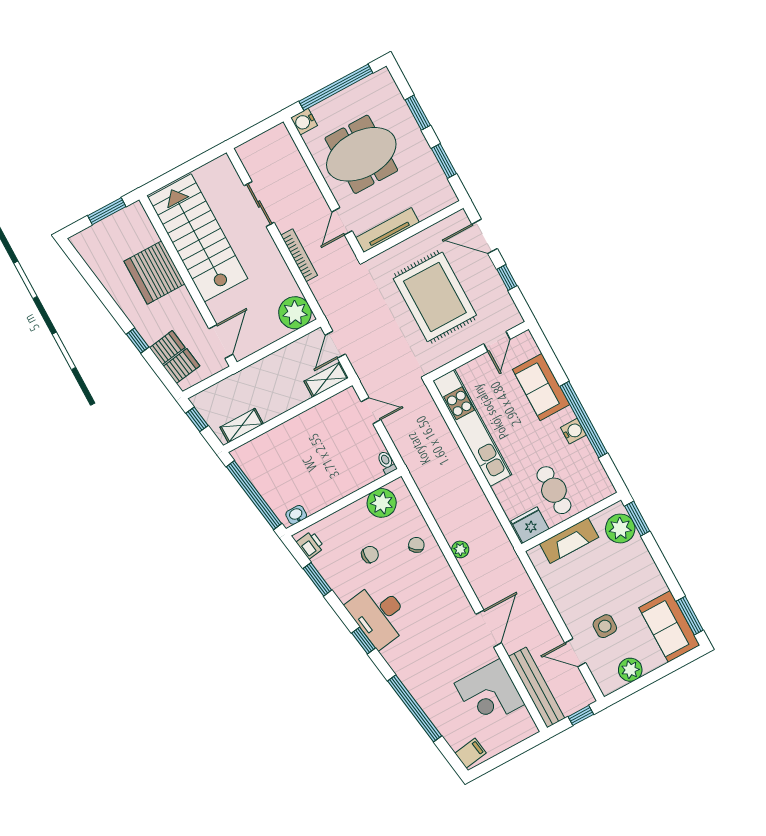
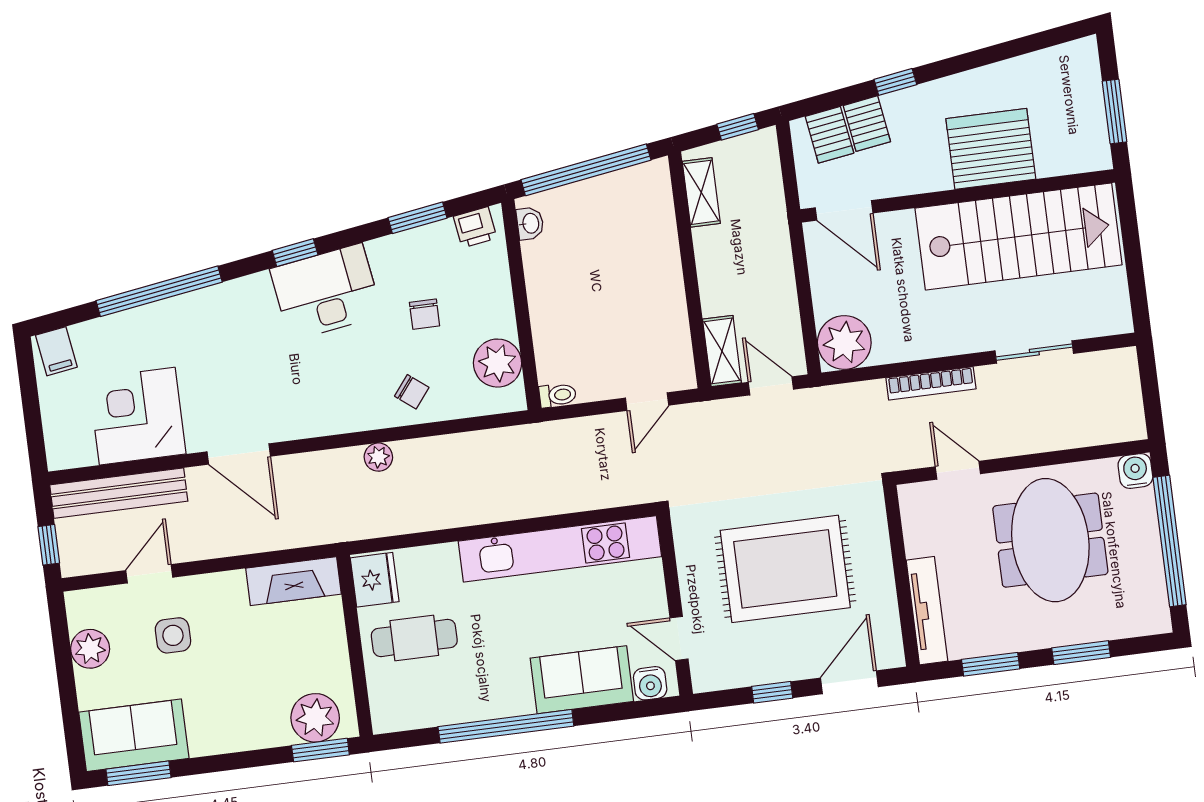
tv unit: (387, 230) -> (927, 611), moved
water cooler: (573, 431) -> (650, 683), moved
fireplace: (569, 541) -> (293, 581), moved, turned -90

